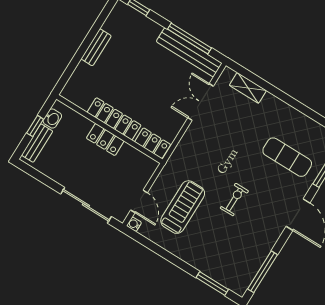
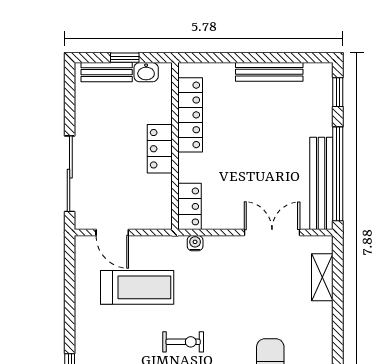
window: (190, 38) -> (338, 174), width x1.46
bench: (96, 47) -> (269, 72), width x1.36
locker: (114, 119) -> (190, 115), moved
door: (139, 201) -> (112, 233), hinge flipped
water cooler: (134, 224) -> (195, 243), moved

